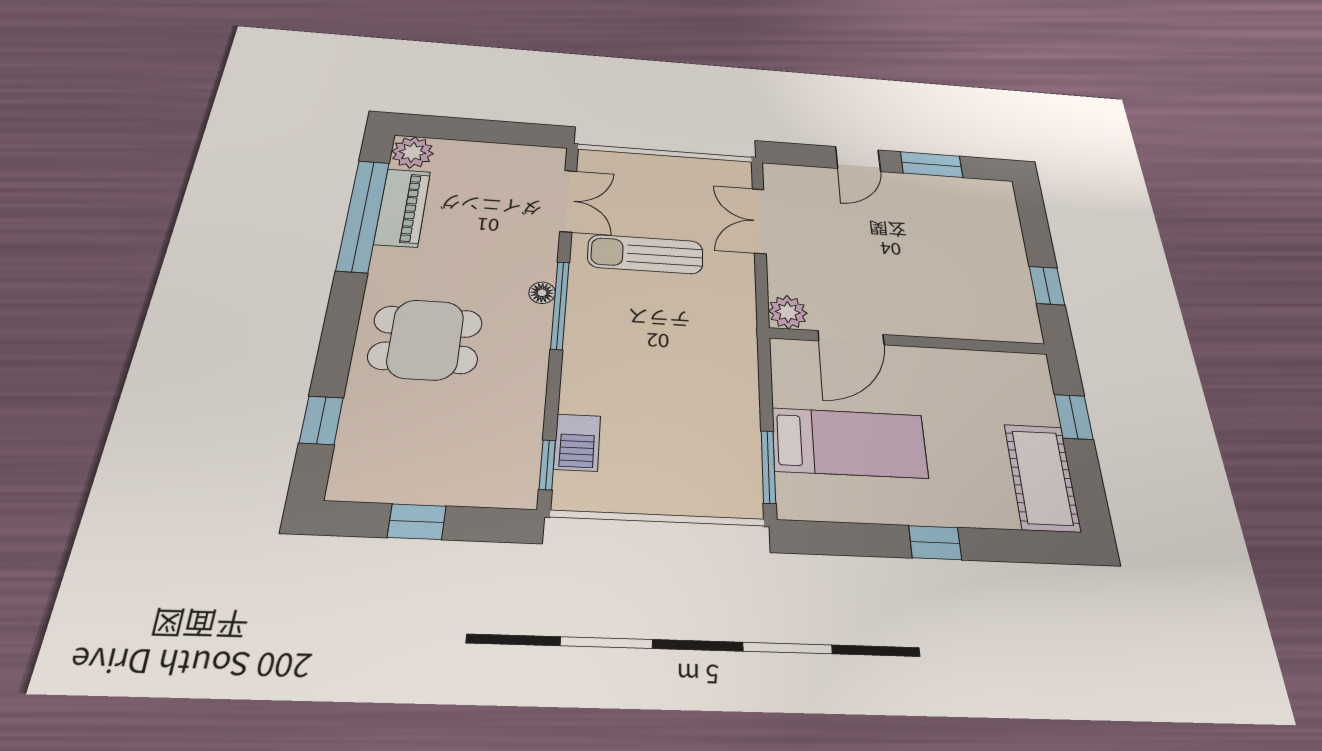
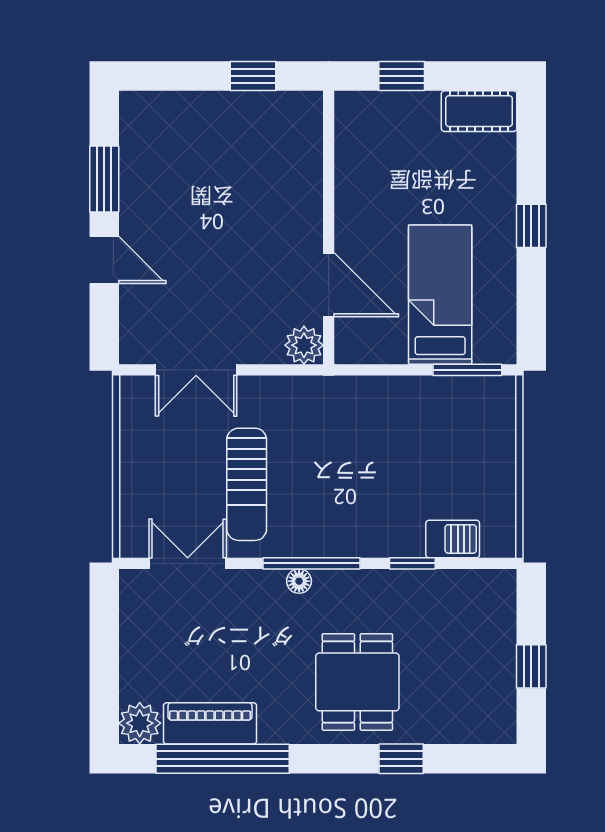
window: (321, 420) -> (401, 759), moved
window: (547, 465) -> (412, 563), moved
cot: (1042, 477) -> (479, 111), width x0.73, depth x0.75

